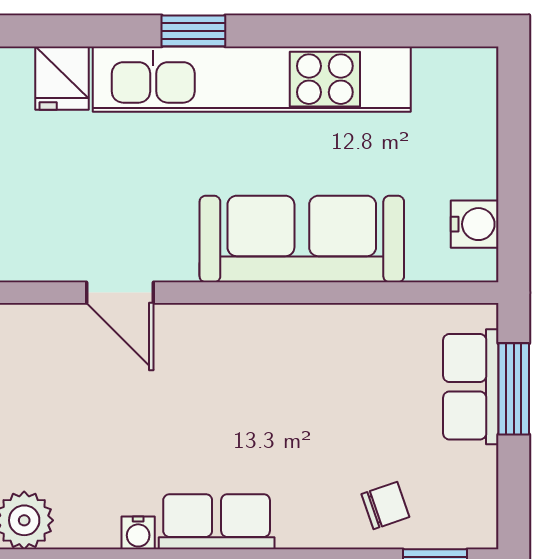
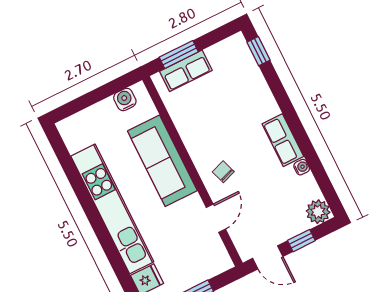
window: (193, 31) -> (105, 239), removed
chair: (385, 506) -> (223, 172), moved

